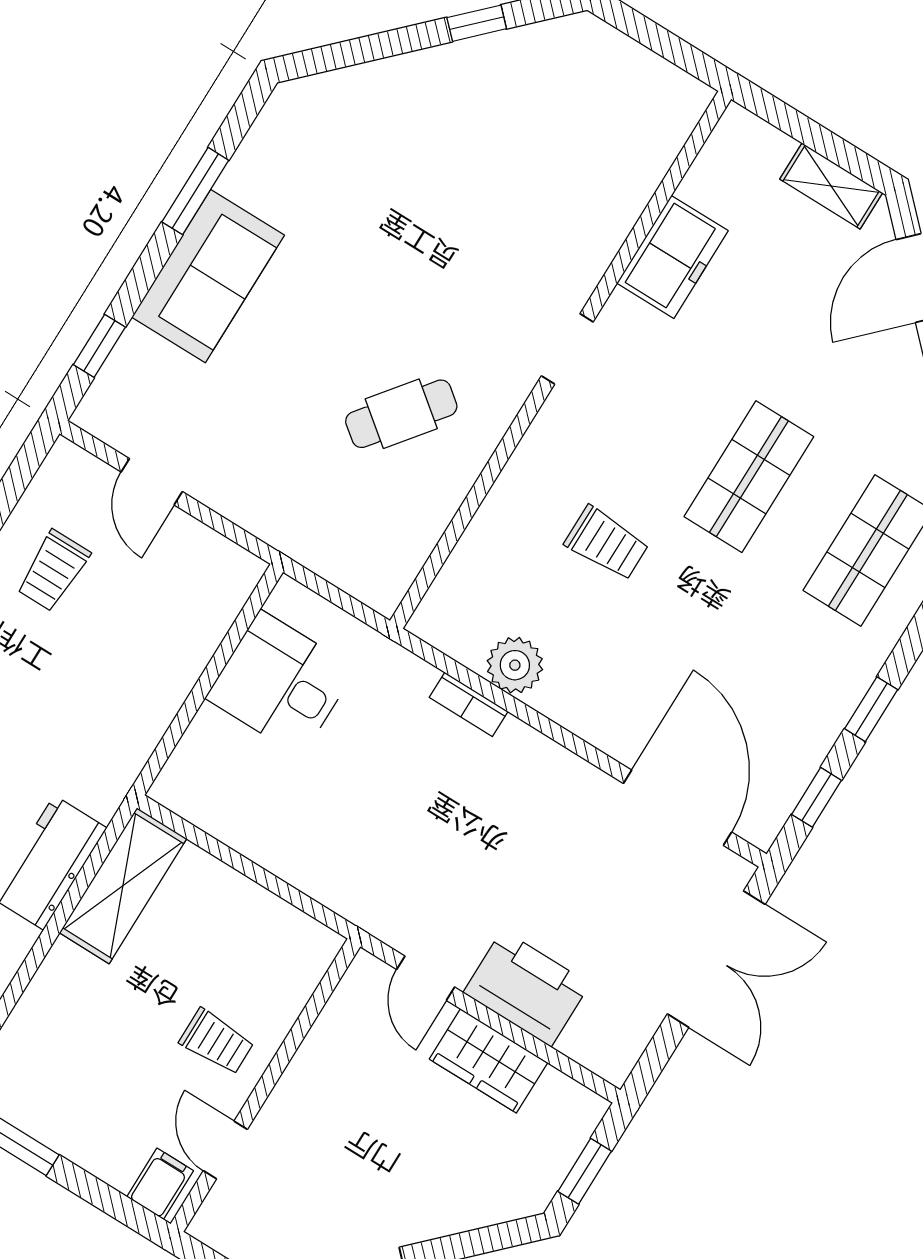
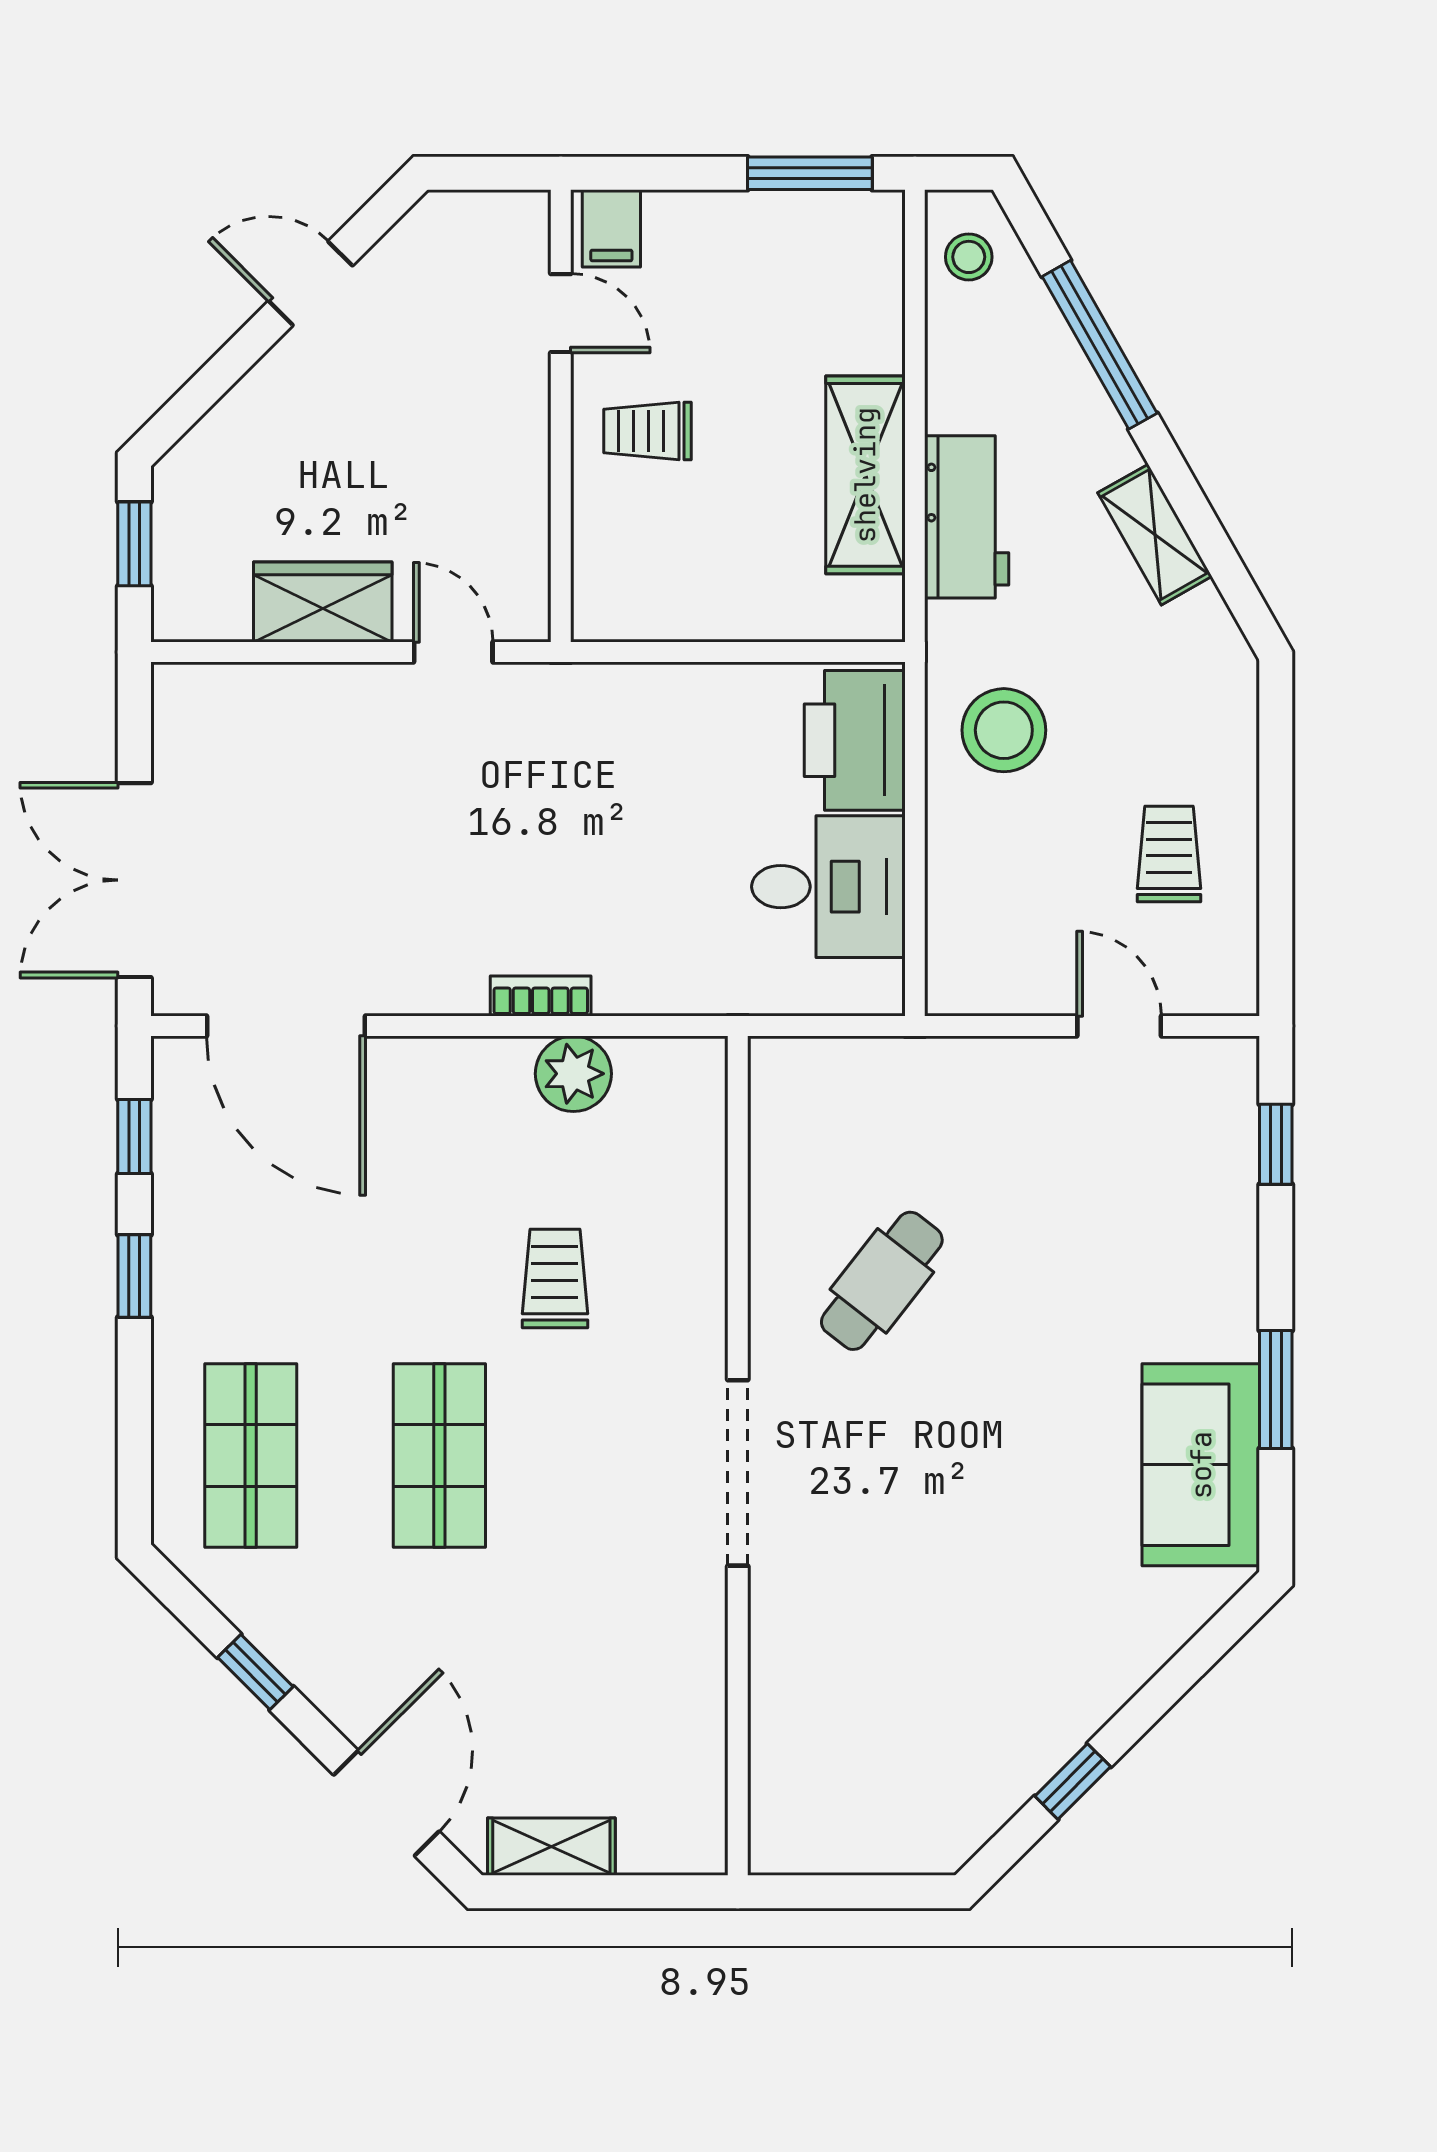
freezer: (672, 257) -> (683, 1653), removed
sofa: (208, 276) -> (1201, 1465), moved
doorway: (567, 349) -> (738, 1473), width x1.87
trolley: (607, 543) -> (555, 1278), turned 90
bookcase: (469, 704) -> (541, 996), moved
stool: (109, 713) -> (1004, 730), added
shelving: (123, 886) -> (865, 475), moved
printer: (527, 988) -> (855, 740), moved, turned 90

